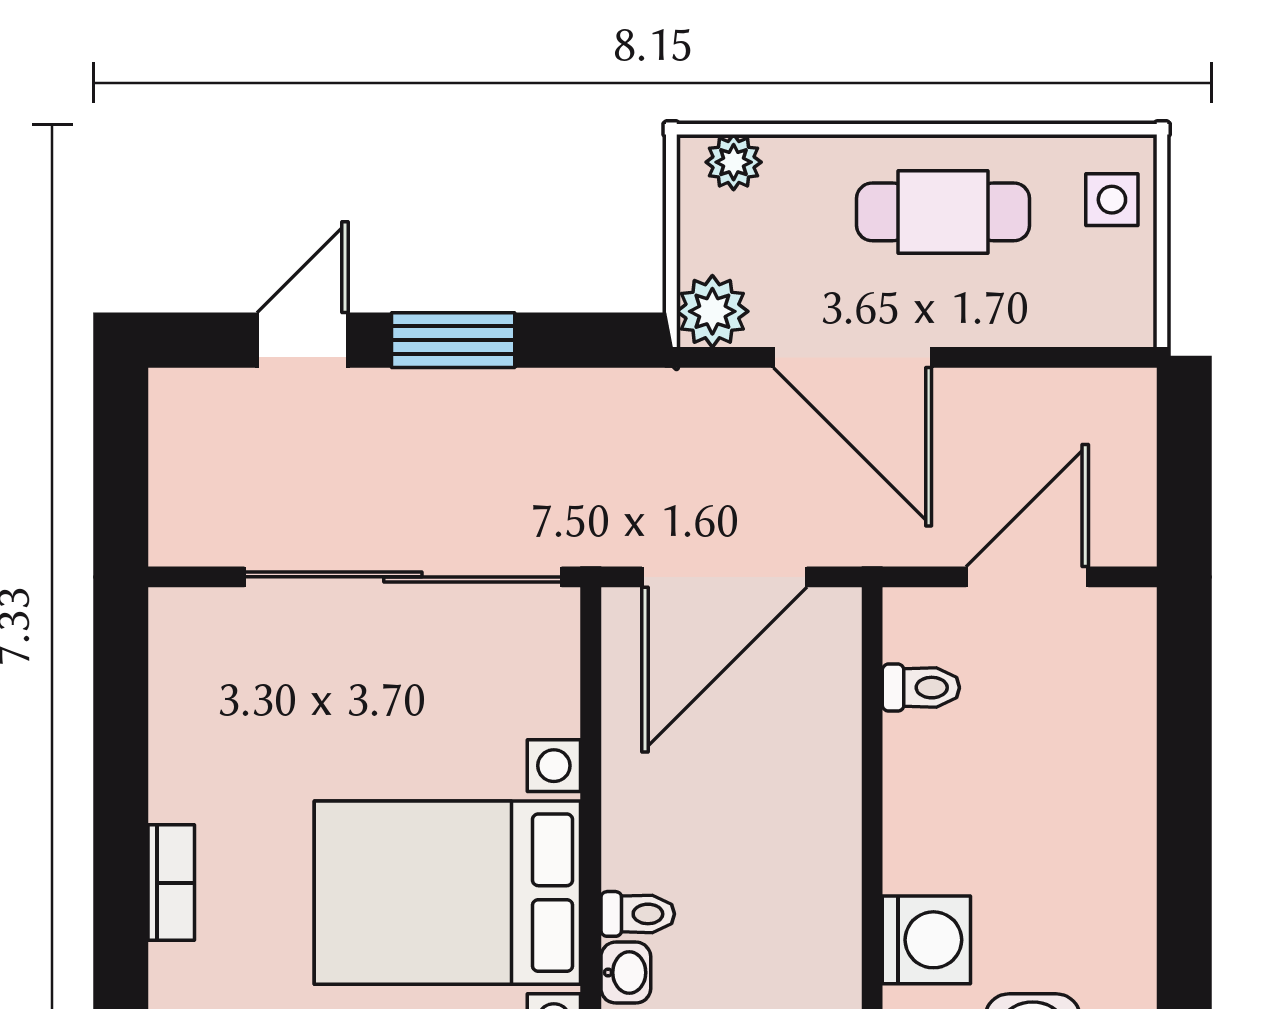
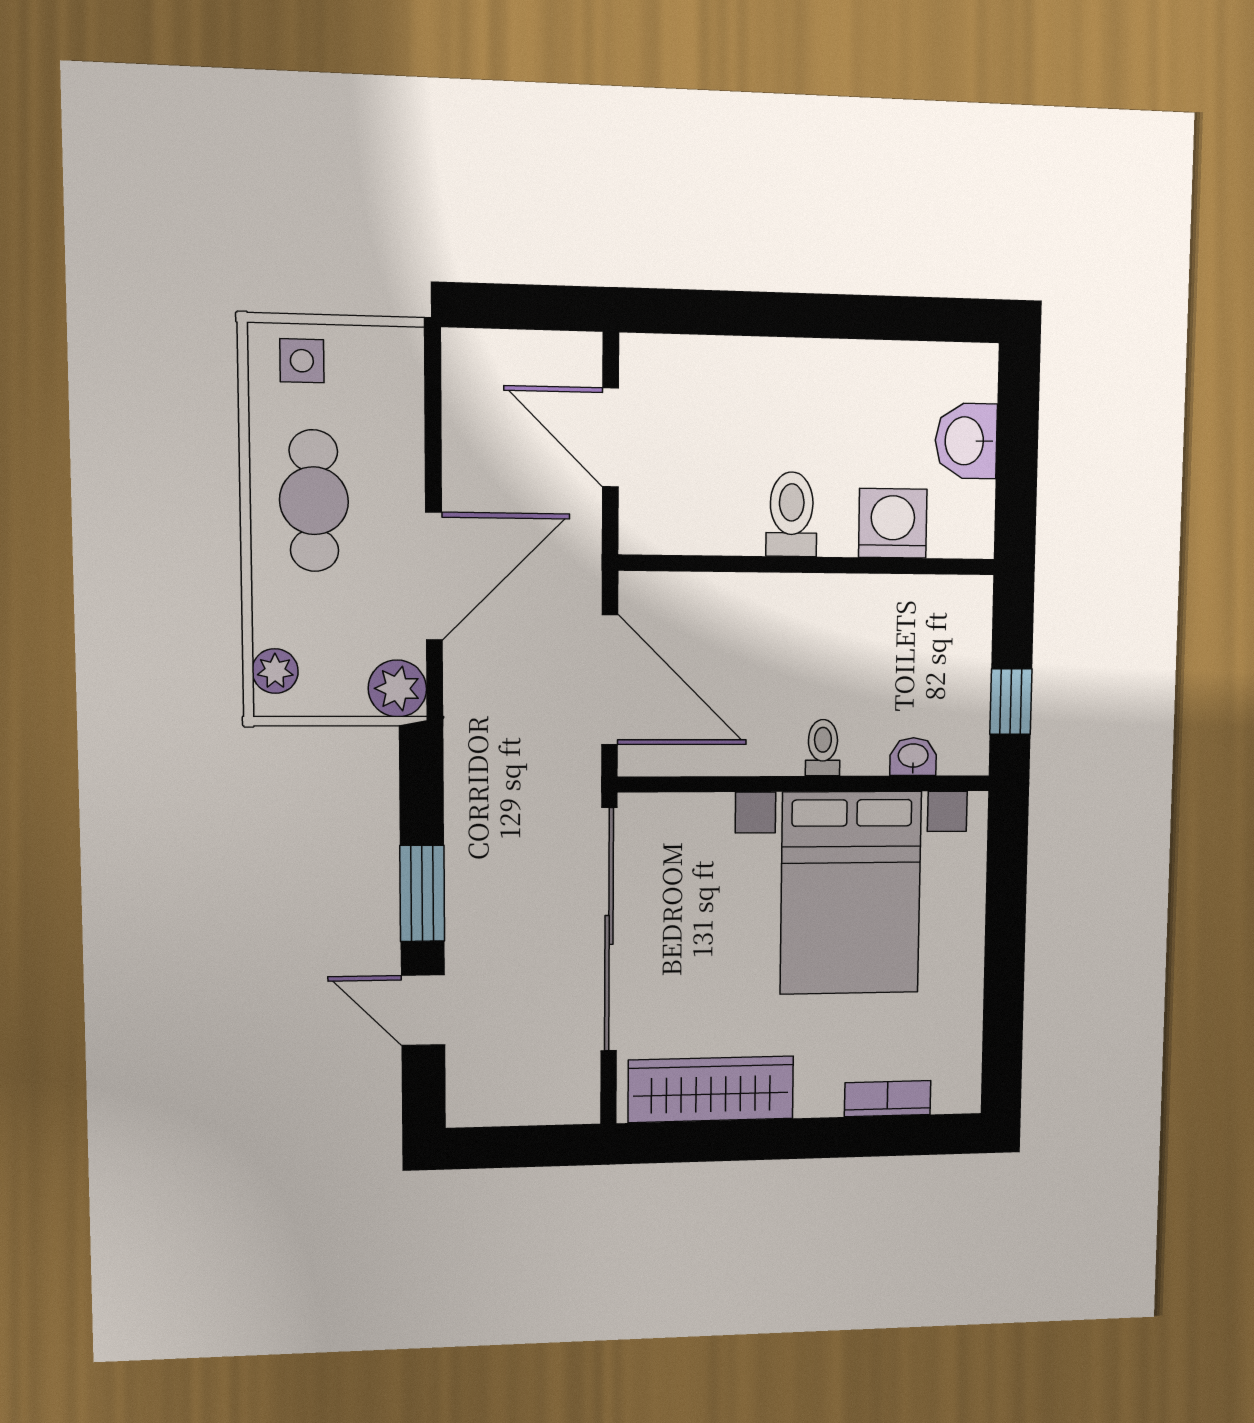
toilet: (921, 688) -> (792, 514), moved, width x1.37, depth x1.39
wardrobe: (190, 711) -> (711, 1089), added
bookcase: (171, 883) -> (888, 1099), moved
toilet: (638, 914) -> (823, 748), moved

